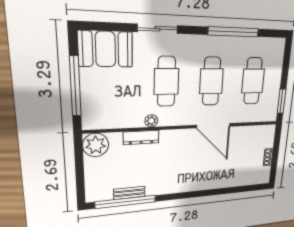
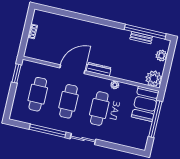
sliding door: (158, 29) -> (83, 139), moved
booth: (106, 49) -> (145, 104), moved, turned 90
door: (213, 126) -> (72, 69), hinge flipped
dresser: (141, 137) -> (99, 69), moved
plant: (93, 179) -> (162, 56), added

